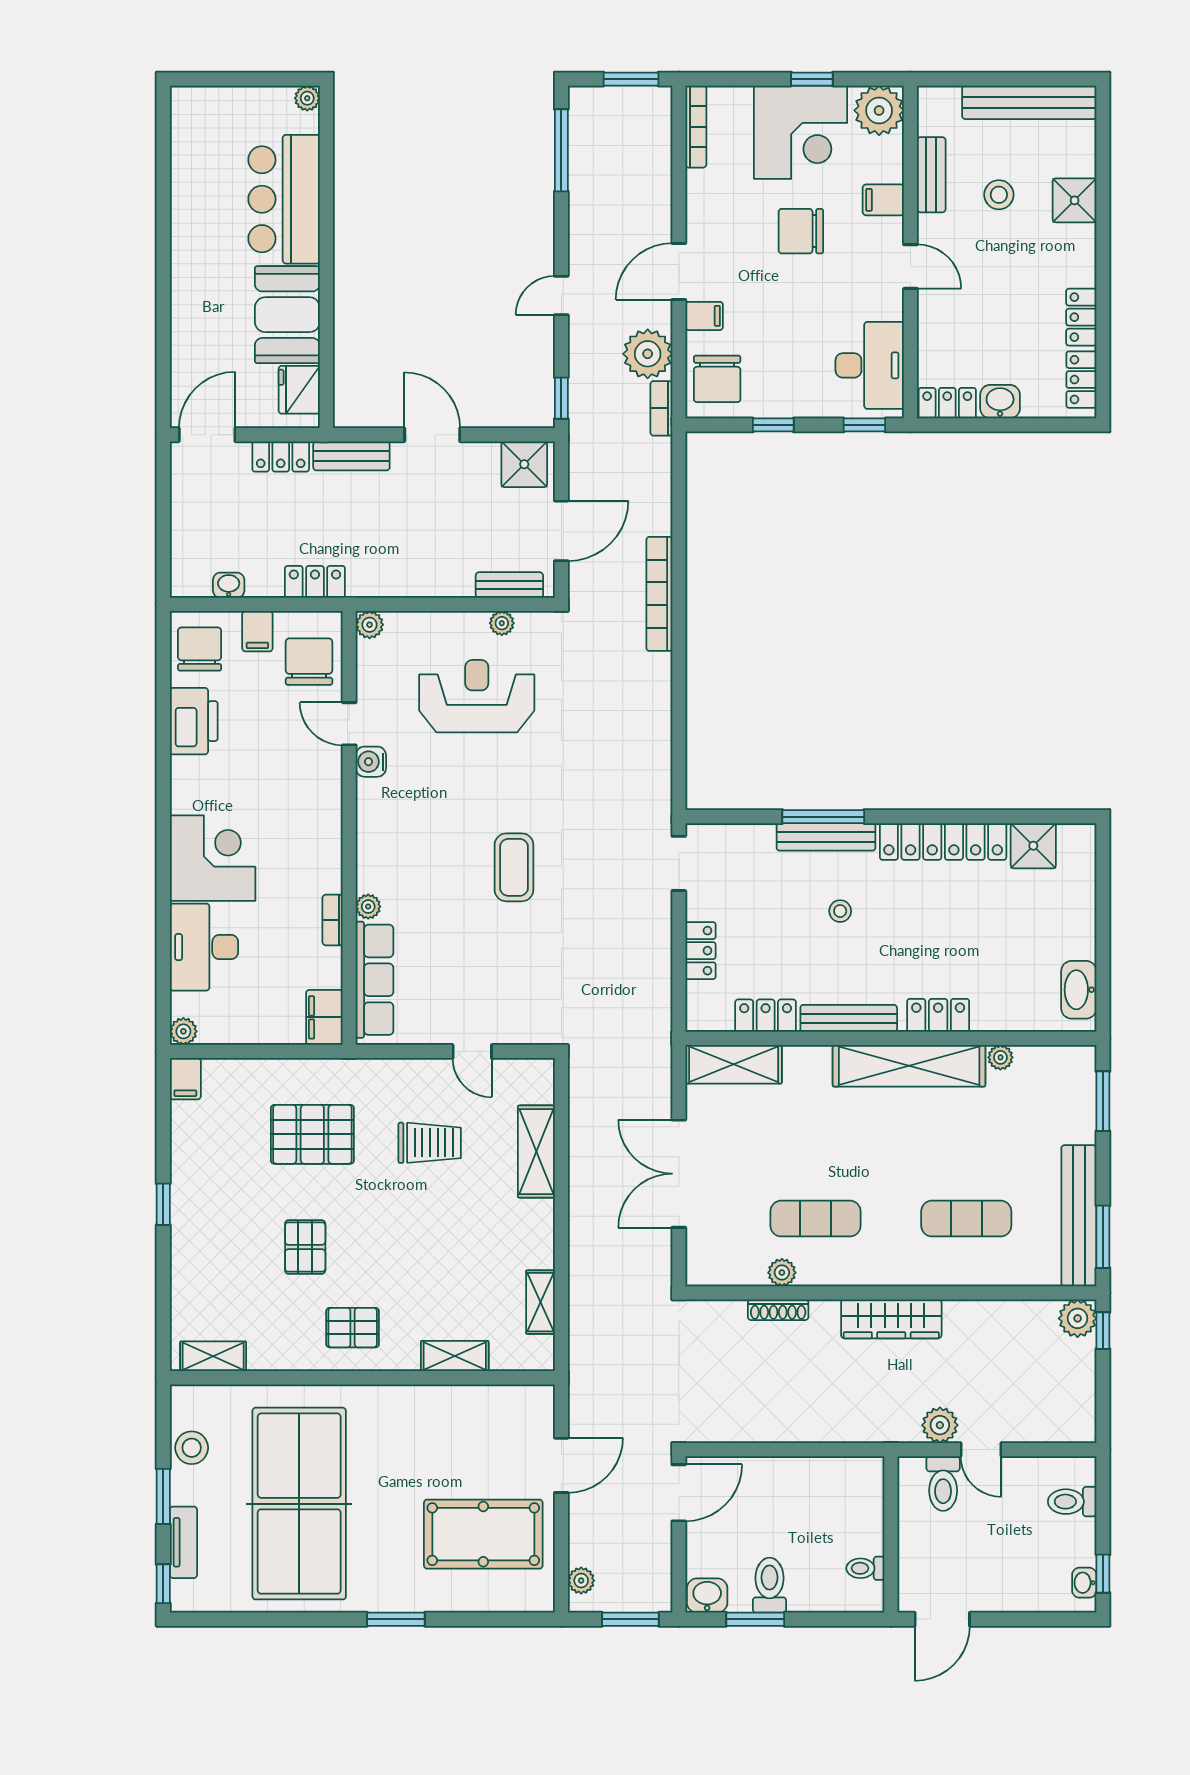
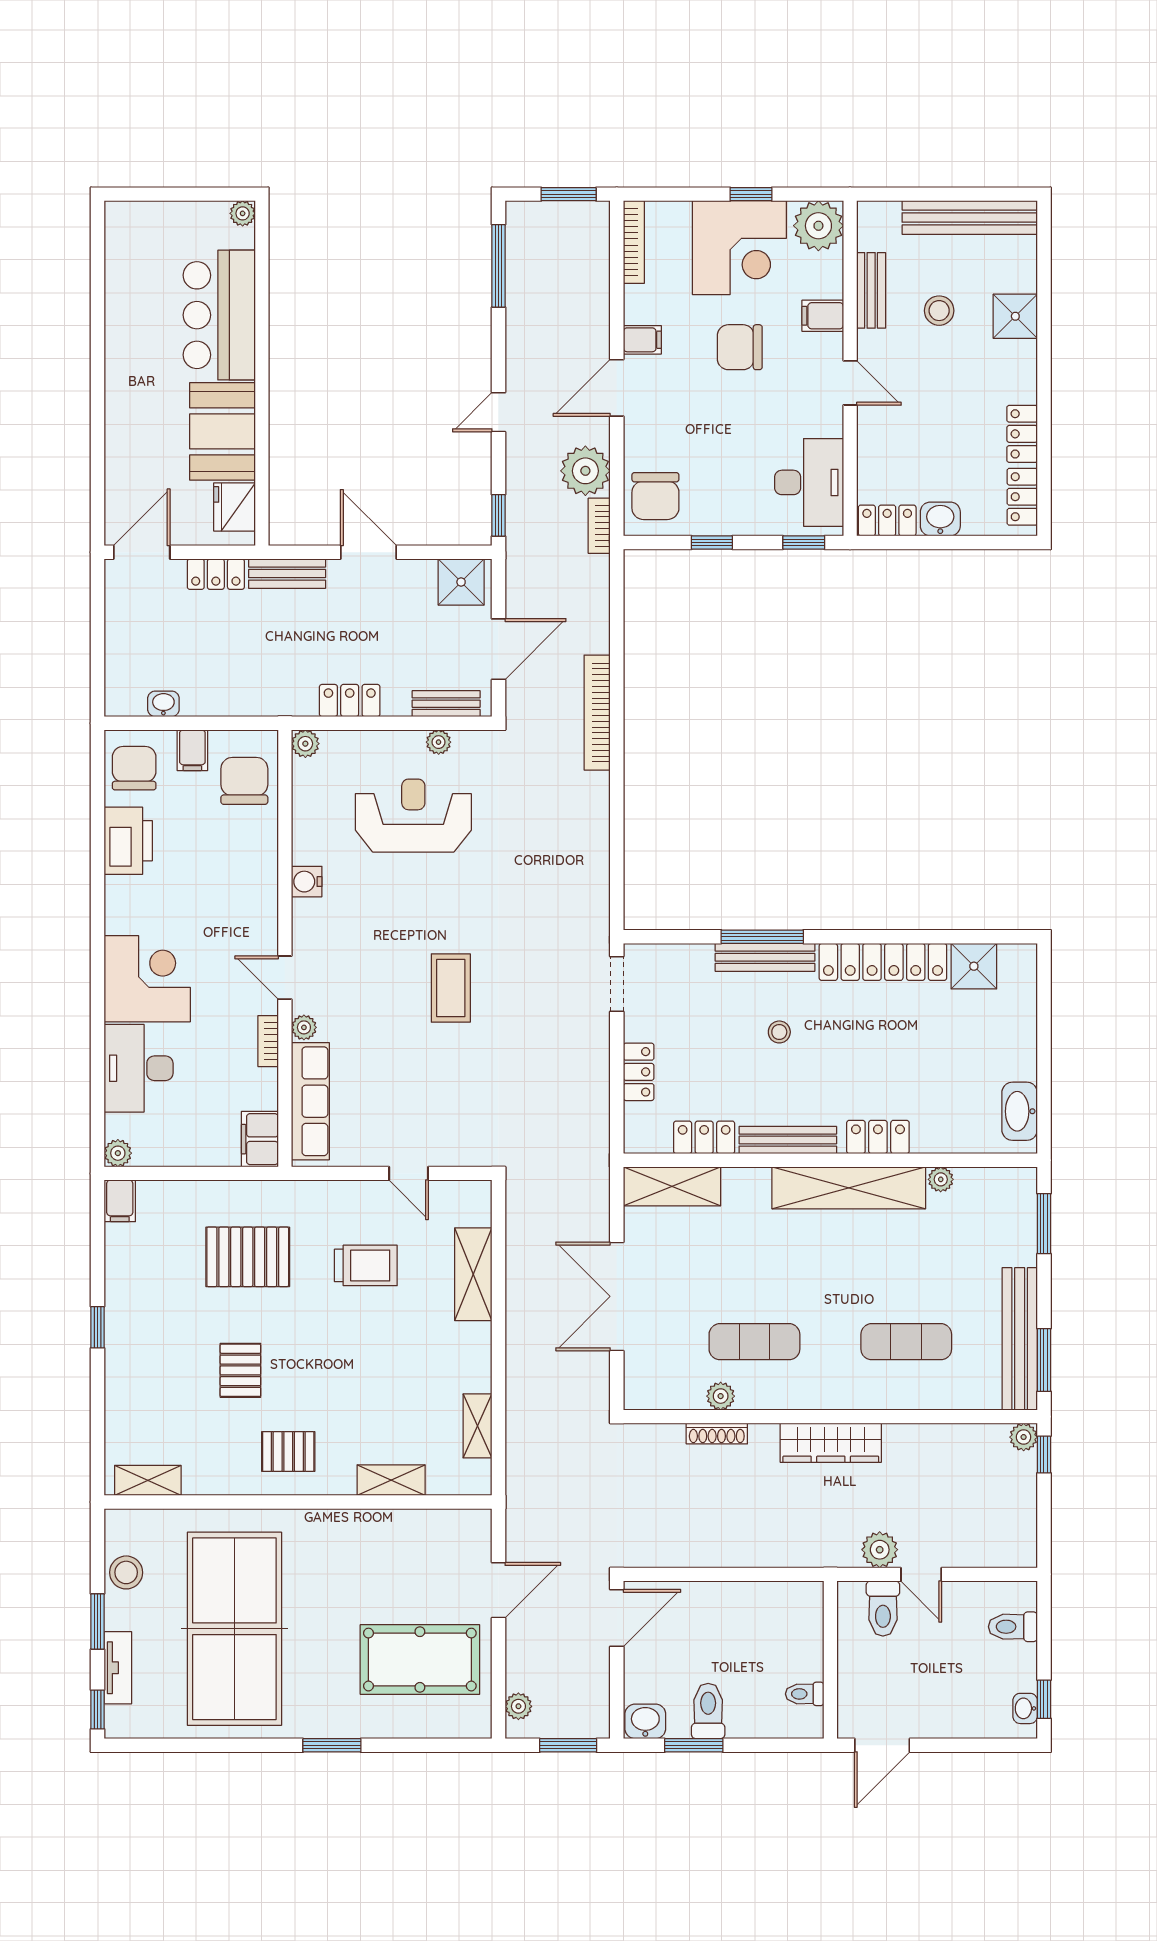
filing cabinet: (704, 316) -> (642, 340), moved
locker: (315, 582) -> (350, 701), moved
door: (349, 724) -> (285, 978), moved
plant: (1078, 1318) -> (1024, 1437), width x0.73, depth x0.73

